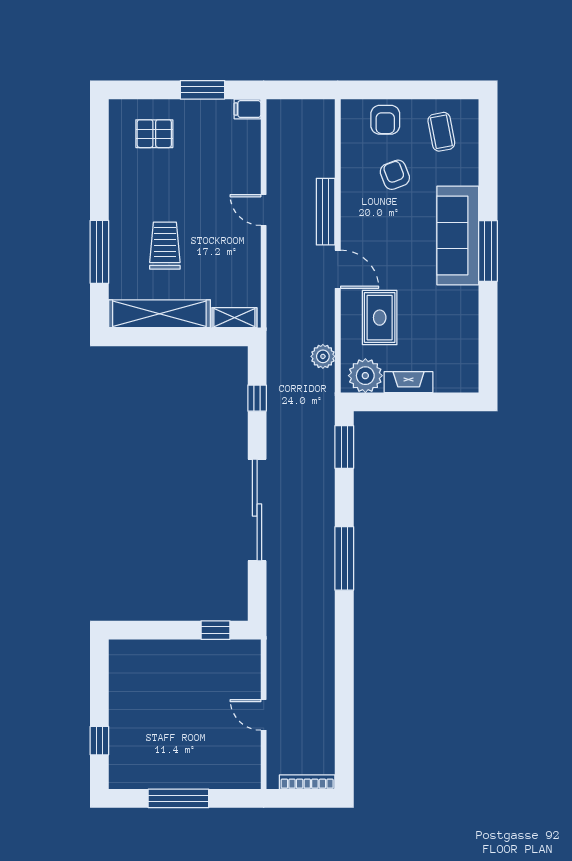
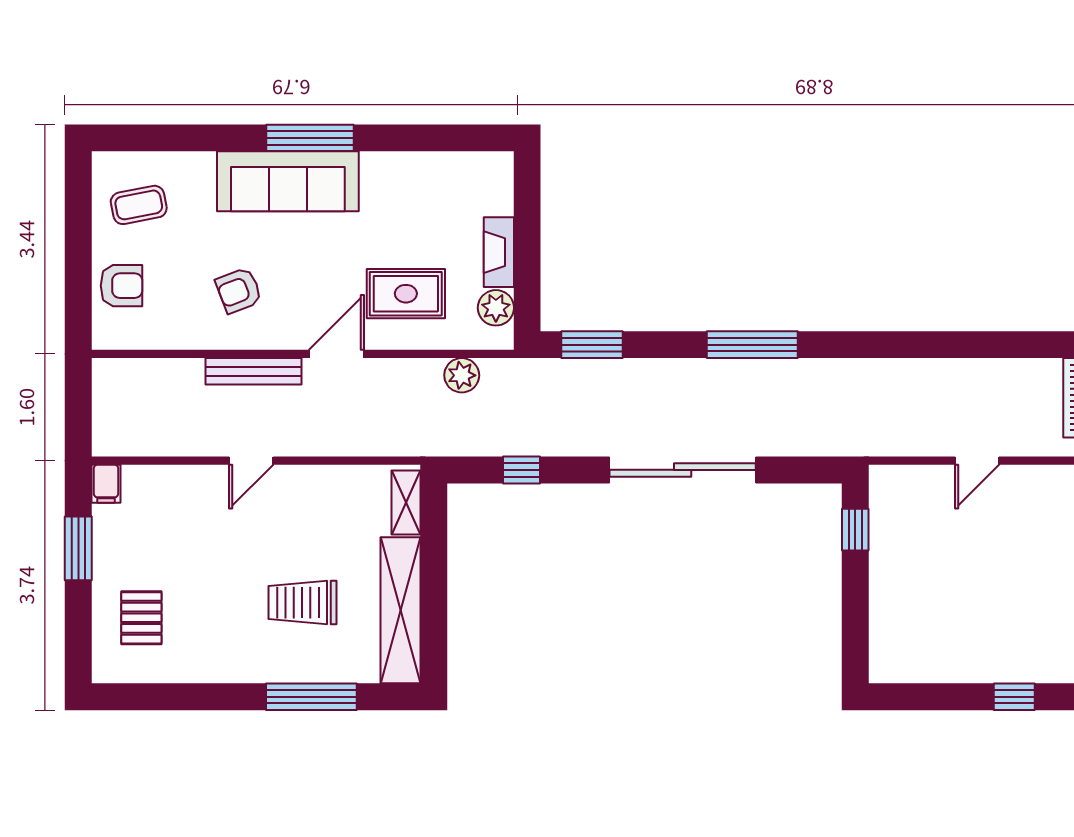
armchair: (395, 175) -> (239, 290), moved
plant: (365, 376) -> (496, 308), width x0.73, depth x0.73

